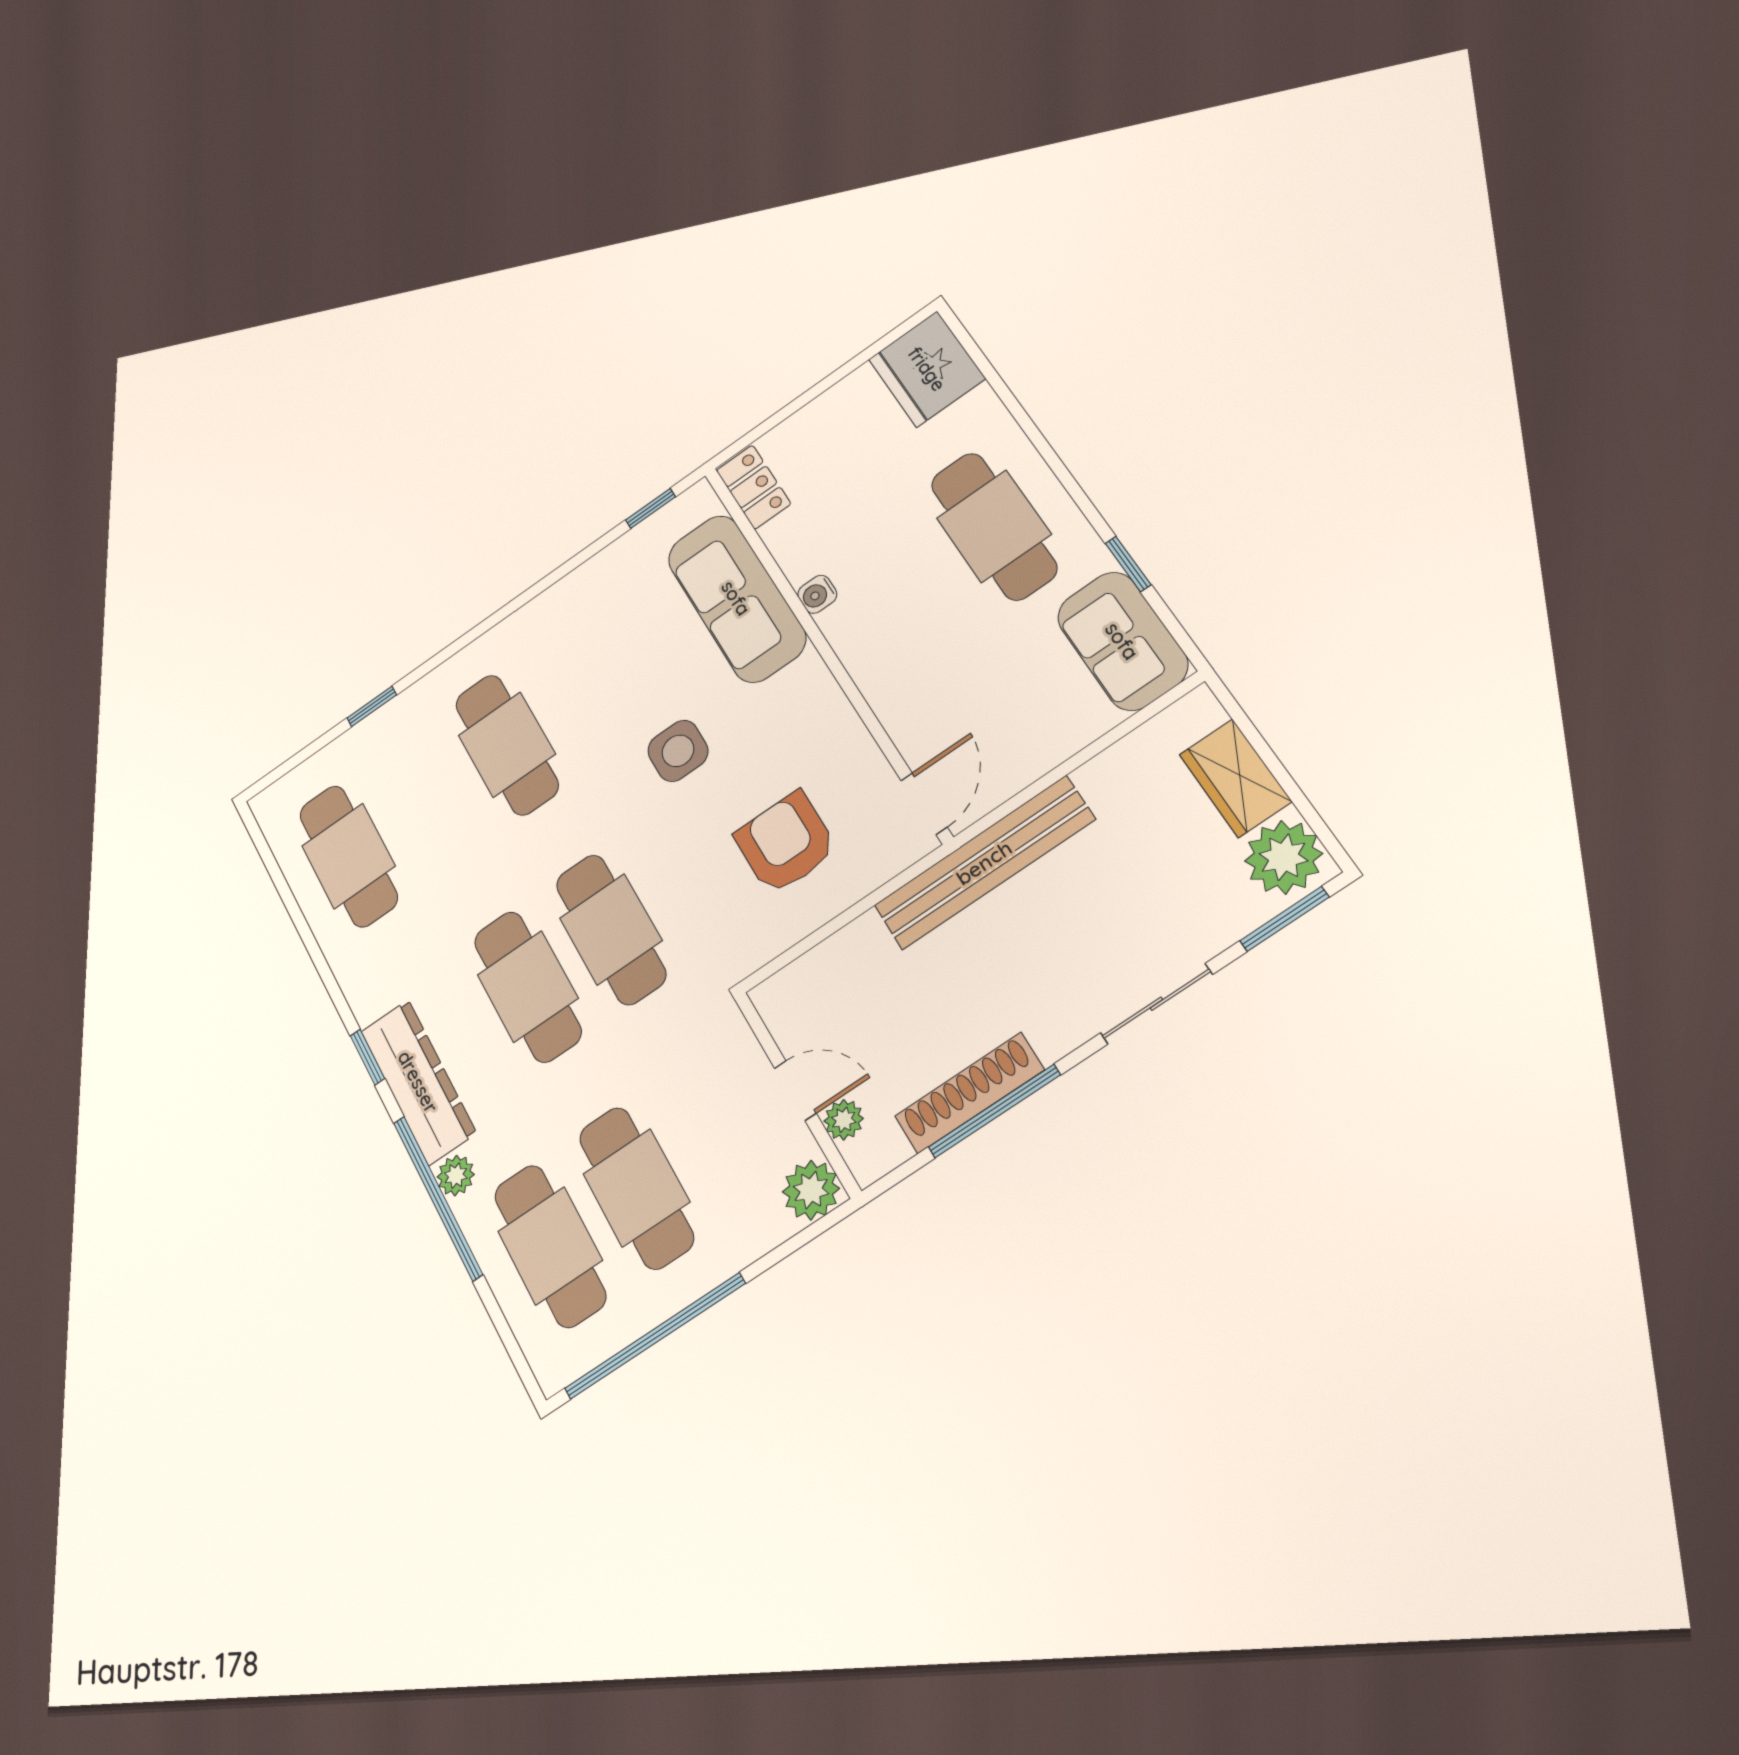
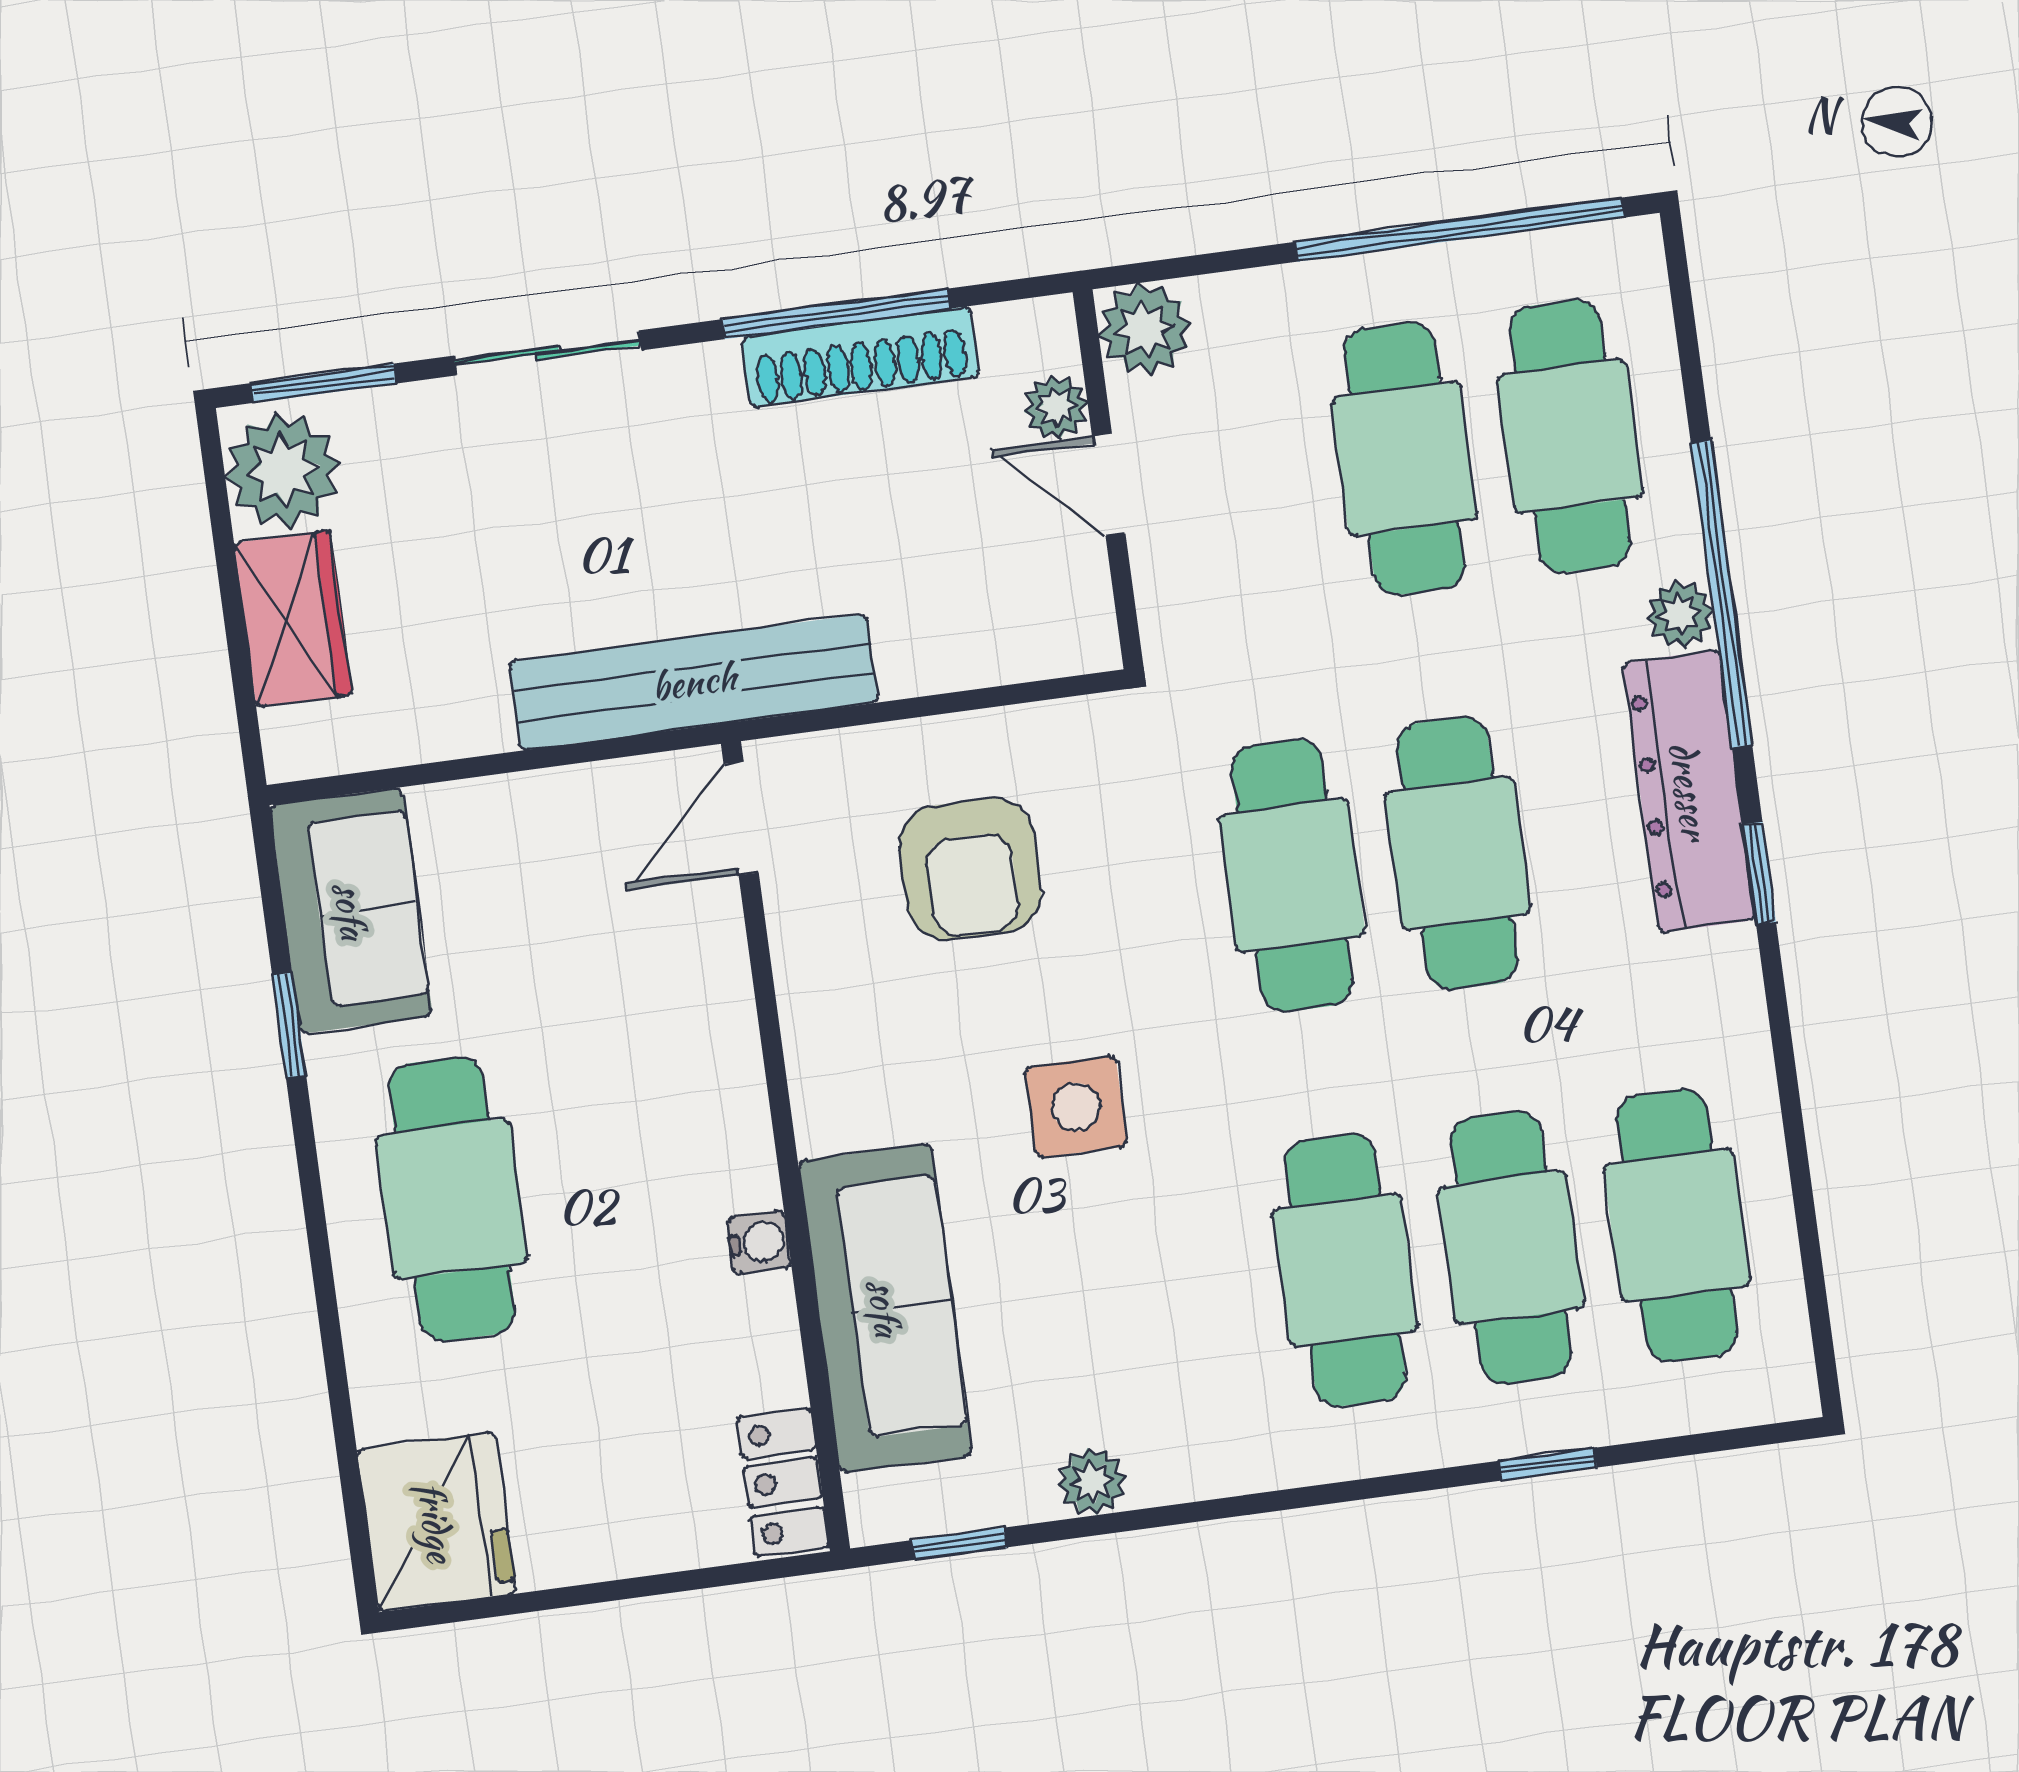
plant: (595, 574) -> (1092, 1481), added
cafe table: (427, 801) -> (1511, 1248), added

